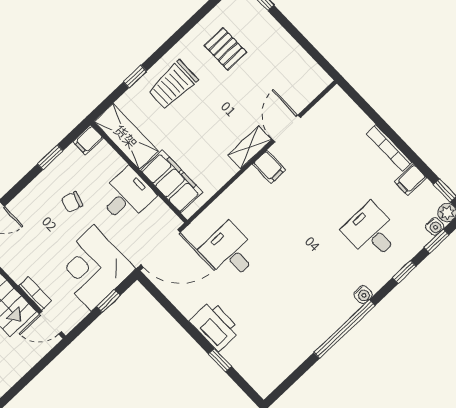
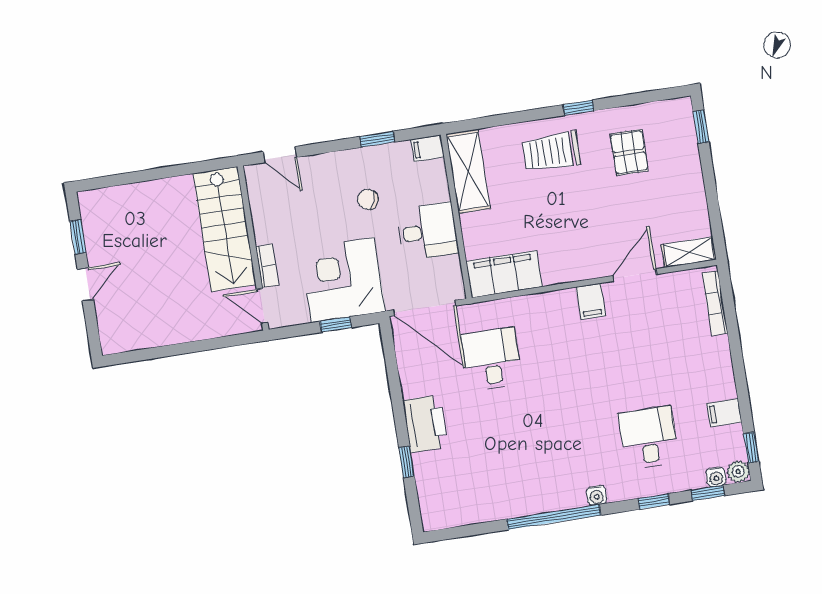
window: (135, 77) -> (579, 108), moved
shelving: (250, 147) -> (689, 252), moved
bookcase: (389, 148) -> (715, 303), moved
filing cabinet: (172, 181) -> (504, 274), moved, turned -90

